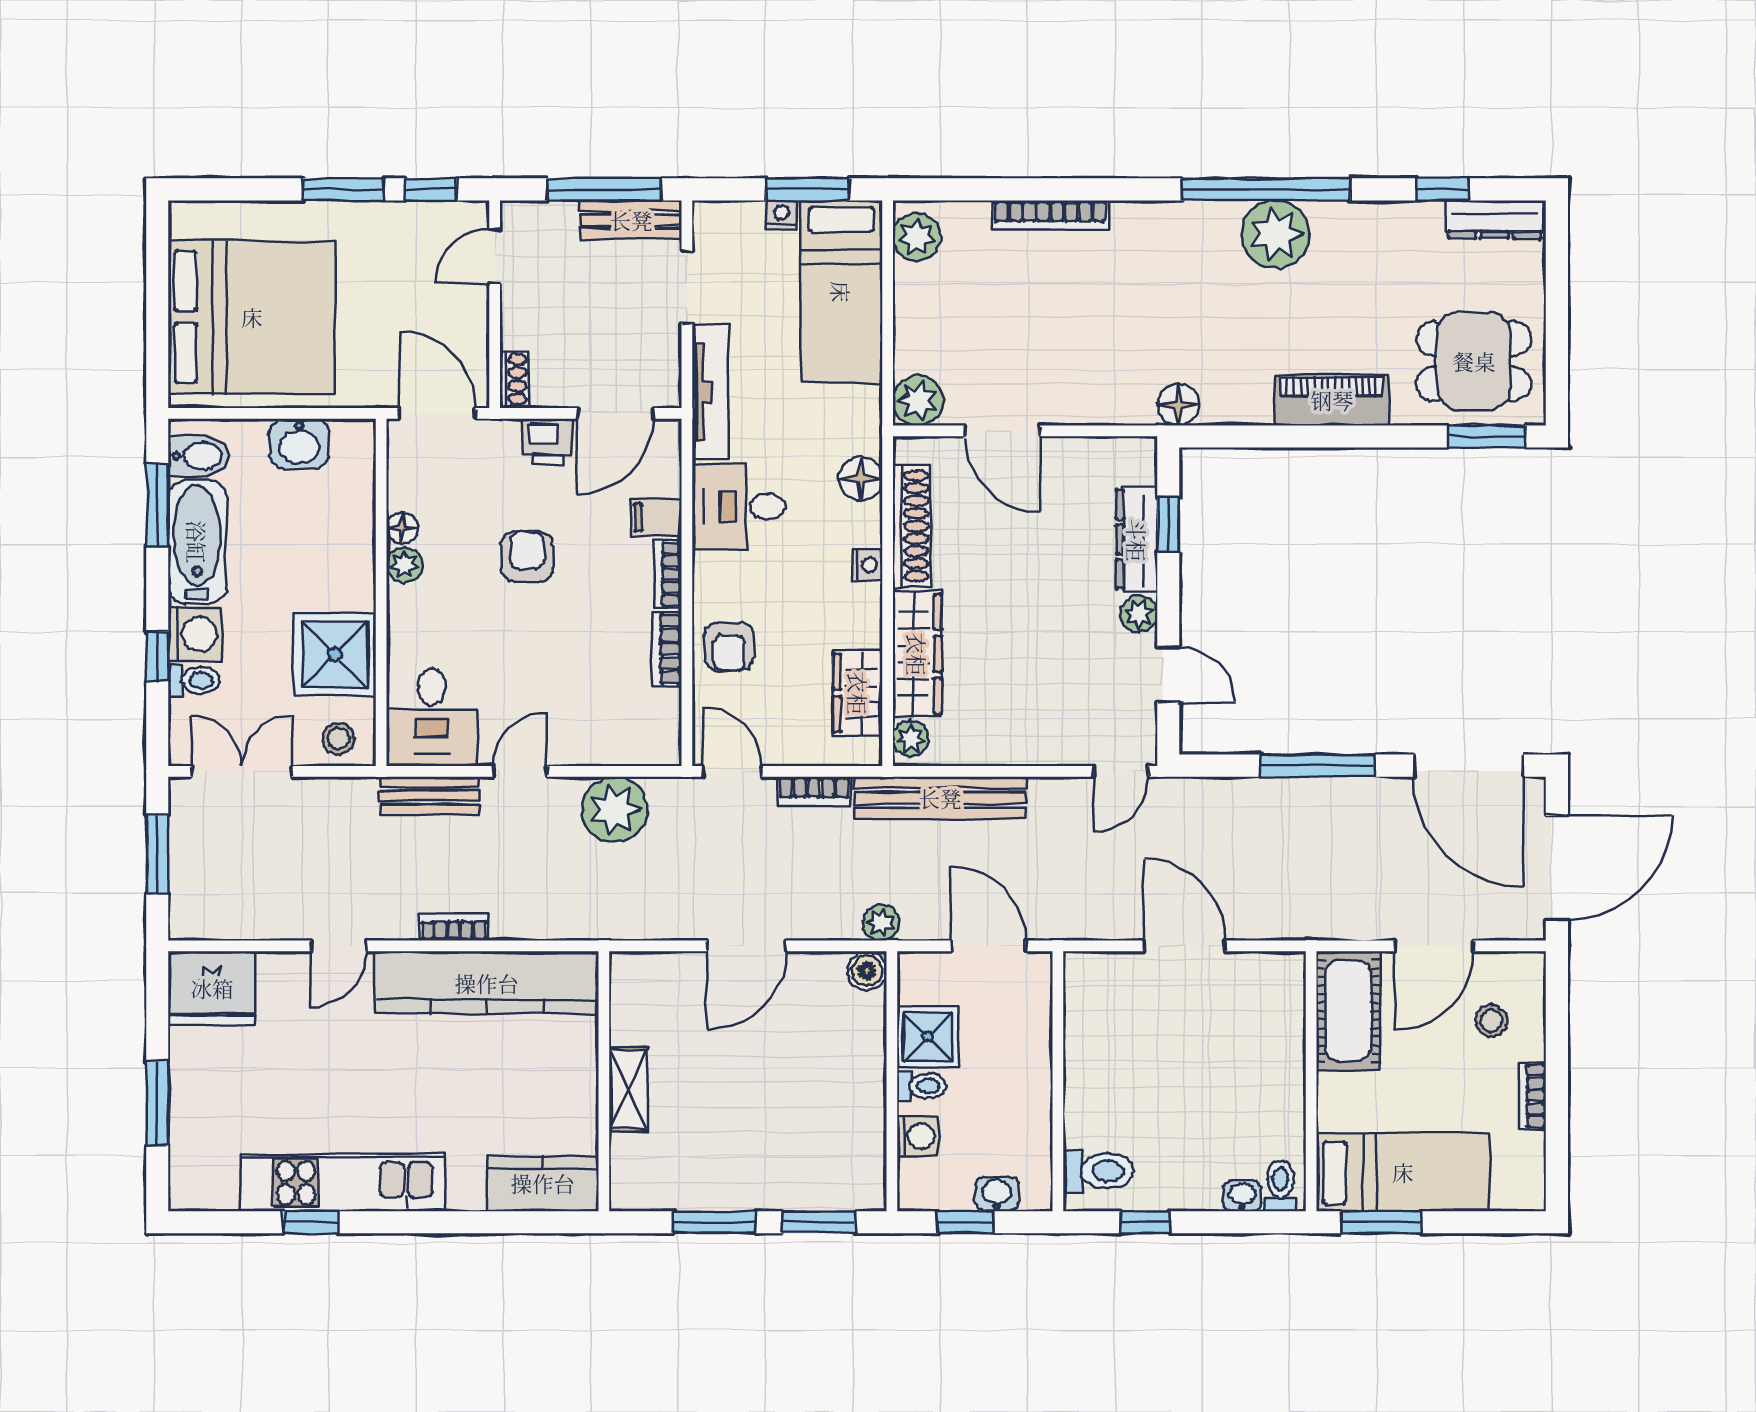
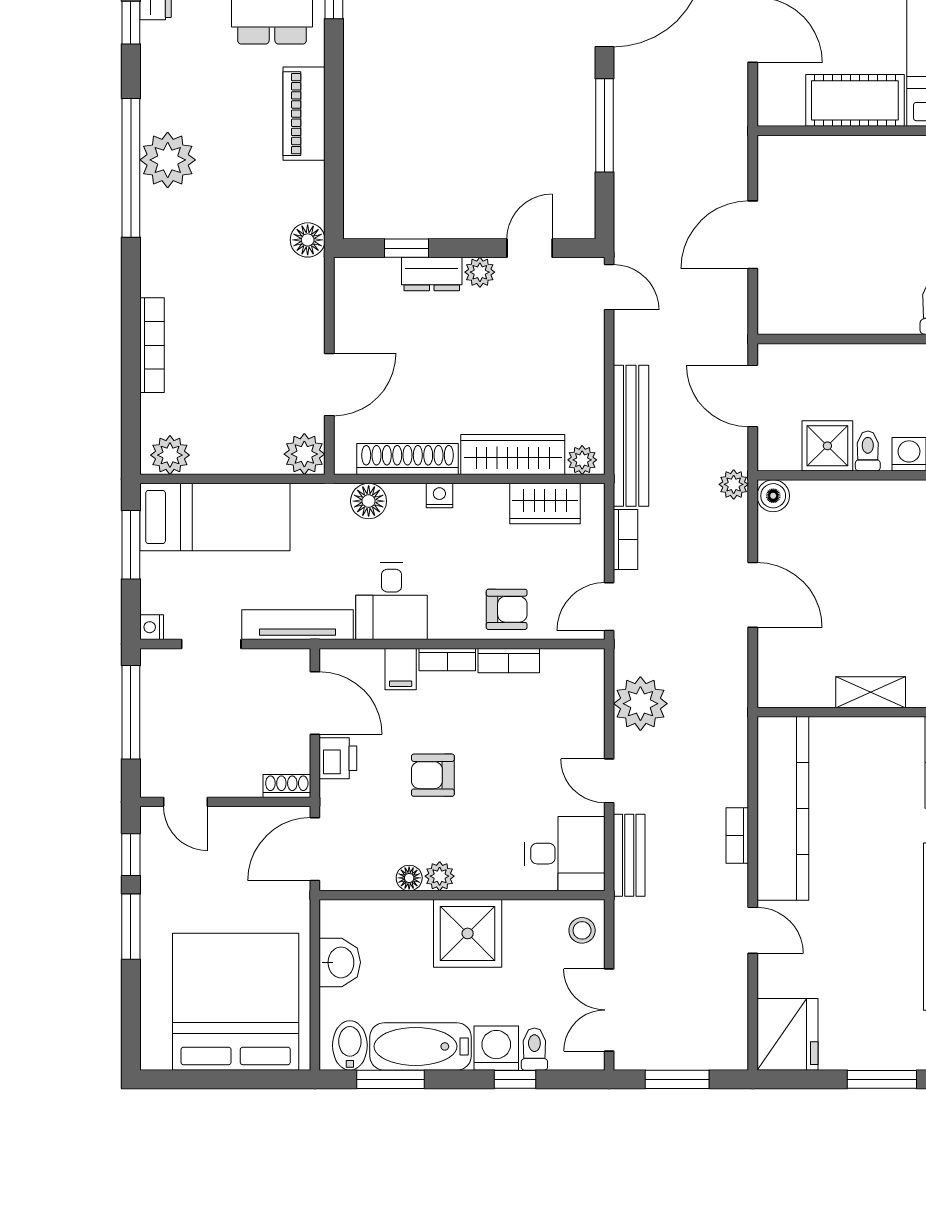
nightstand: (781, 215) -> (152, 627), moved
bench: (631, 220) -> (156, 690), removed
dresser: (1137, 540) -> (432, 274), width x0.70
shower: (335, 654) -> (468, 933), moved
door: (988, 946) -> (753, 396), hinge flipped
cot: (1348, 1011) -> (855, 100), moved

